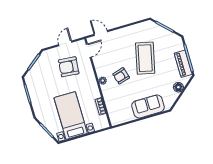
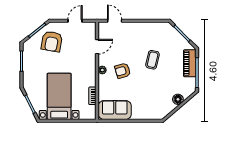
door: (89, 51) -> (97, 47), moved
coffee table: (145, 58) -> (153, 60), width x0.54, depth x0.58
piano: (183, 64) -> (190, 63), moved
armchair: (69, 67) -> (52, 41), moved, turned -85
sofa: (148, 106) -> (115, 110), moved

